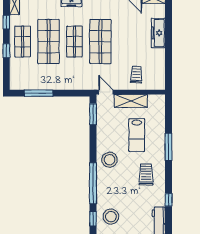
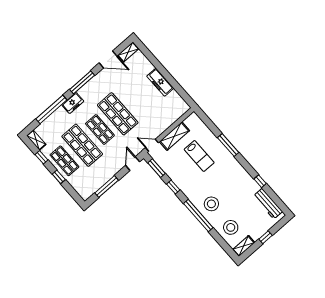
freezer: (158, 33) -> (160, 82), moved
trolley: (136, 75) -> (162, 115), removed
door: (77, 93) -> (133, 164), added
stool: (110, 160) -> (211, 204), moved
trolley: (146, 174) -> (229, 177), removed
window: (93, 219) -> (173, 187), moved

